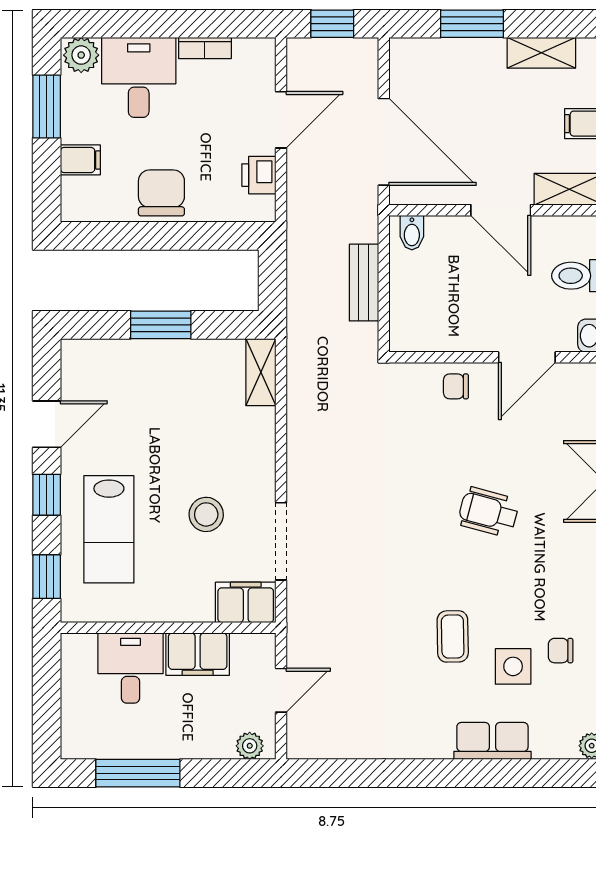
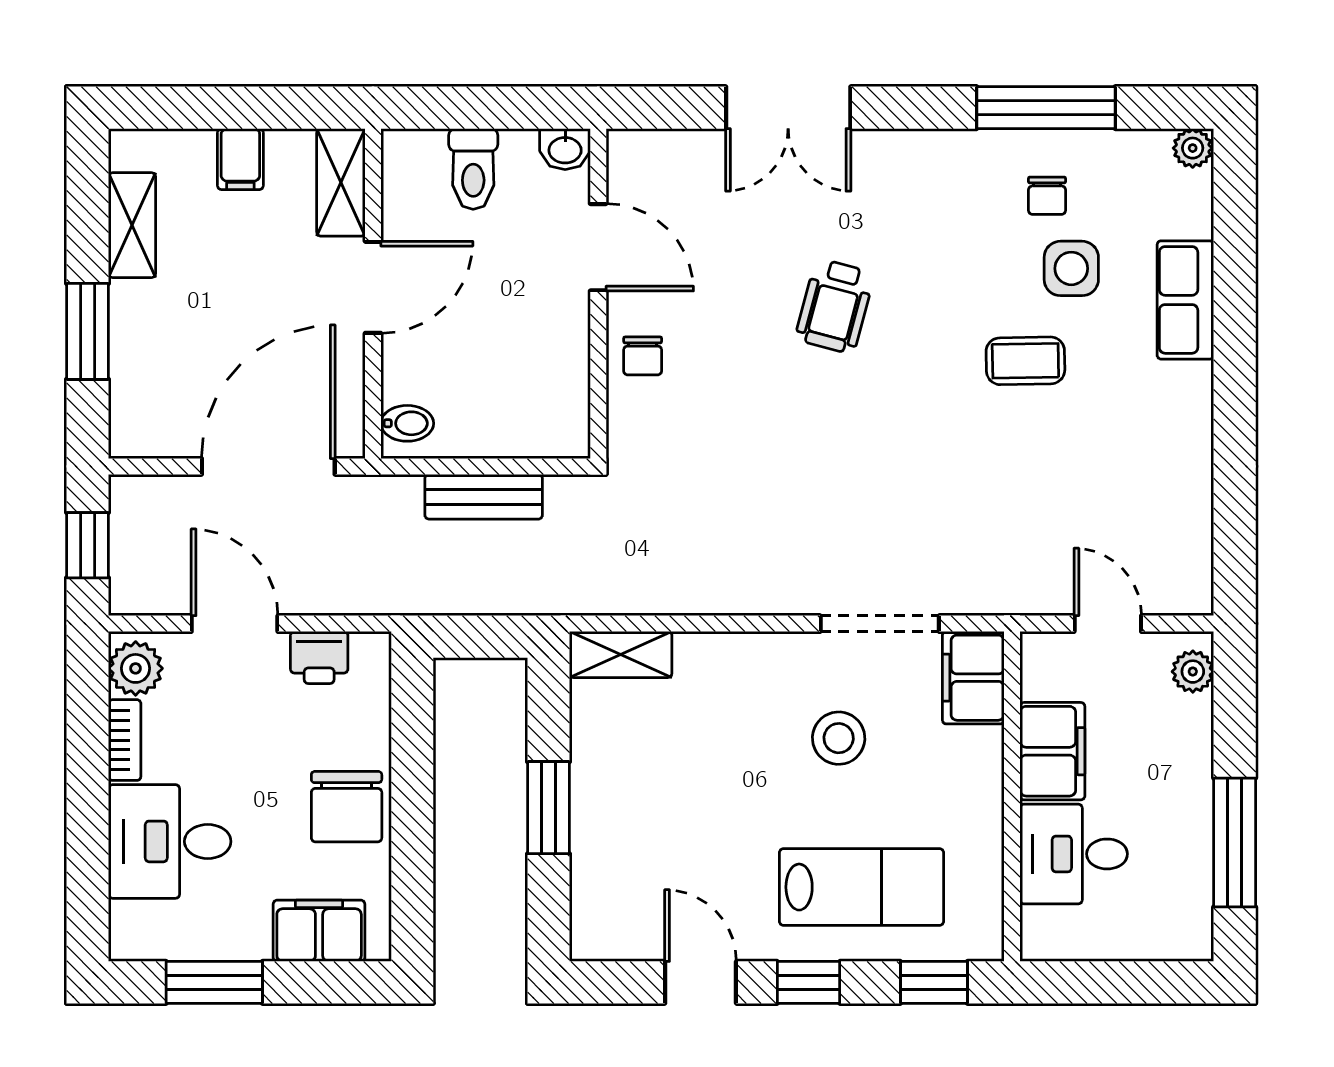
plant: (81, 55) -> (136, 668), moved
filing cabinet: (80, 160) -> (319, 931), width x2.00
chair: (161, 193) -> (347, 807), turned -90

